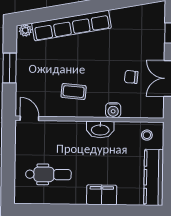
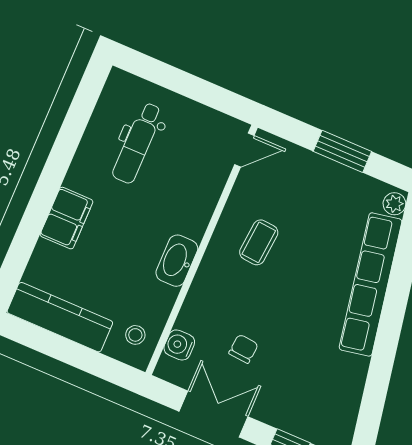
water cooler: (113, 110) -> (179, 345), moved

